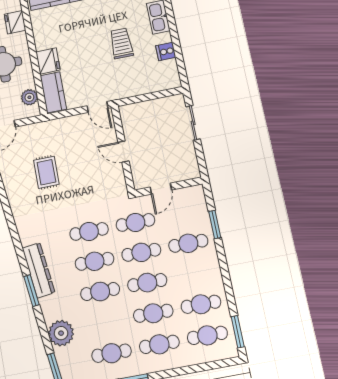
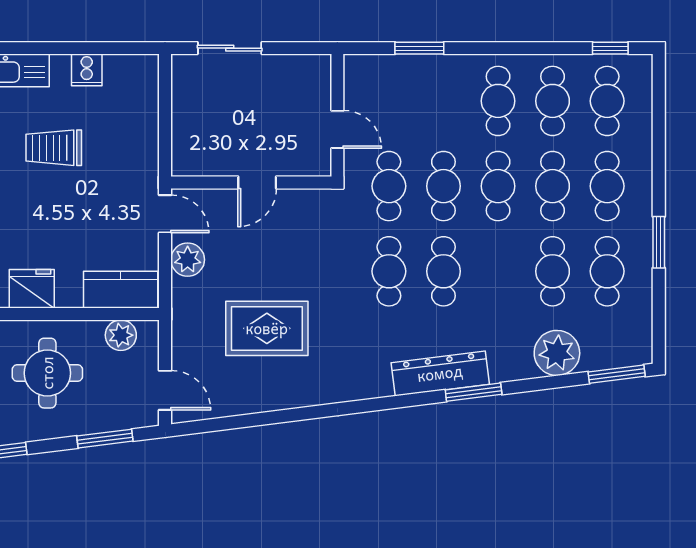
fridge: (48, 61) -> (32, 289), moved
door: (98, 107) -> (165, 214), hinge flipped
plant: (75, 124) -> (188, 260), added
rug: (46, 172) -> (267, 328), width x1.36, depth x1.43
cafe table: (188, 243) -> (498, 101), moved
cafe table: (100, 292) -> (553, 271), moved
window: (238, 332) -> (610, 48), width x0.67

